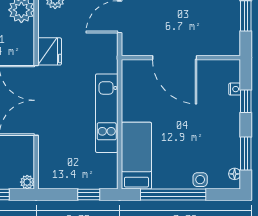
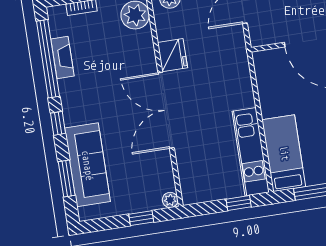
kitchen unit: (107, 113) -> (251, 152), moved

